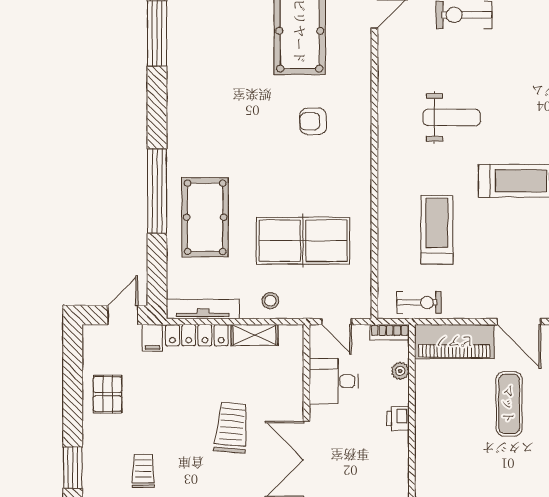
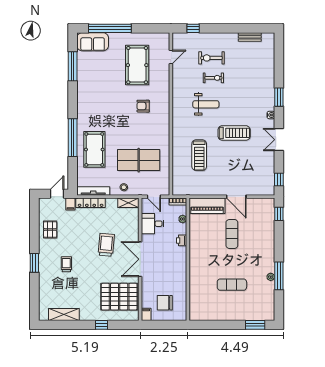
treadmill: (437, 230) -> (199, 155), turned 180
exercise bike: (419, 302) -> (213, 78), moved
shelving: (254, 335) -> (128, 203), moved

